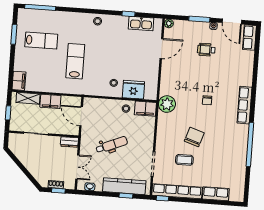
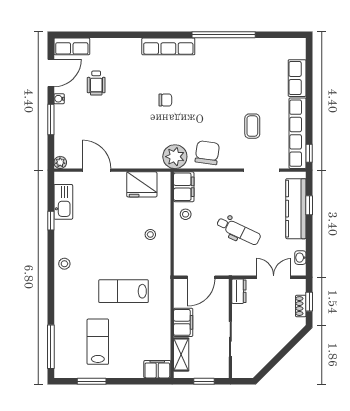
wheelchair: (206, 50) -> (96, 83), moved
fridge: (133, 90) -> (142, 184), moved, turned -90
chair: (194, 137) -> (207, 153), moved, turned 80
dental chair: (112, 145) -> (239, 231), turned 138

